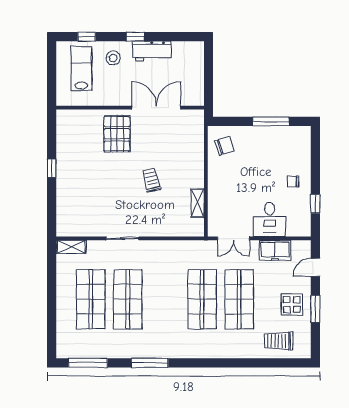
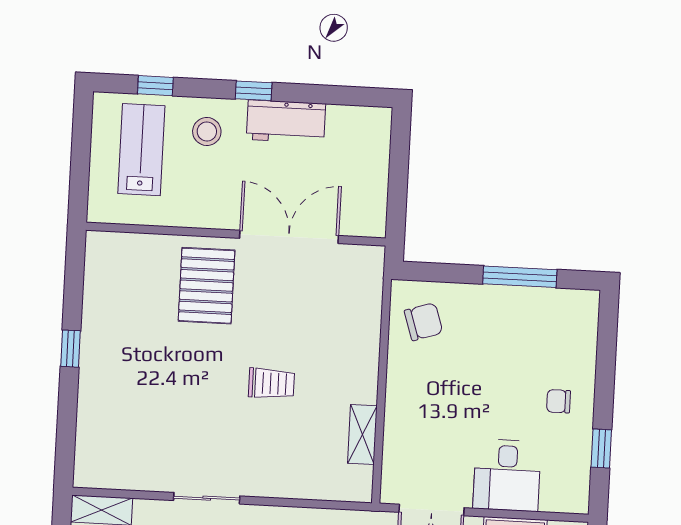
trolley: (151, 180) -> (271, 383), turned 104

